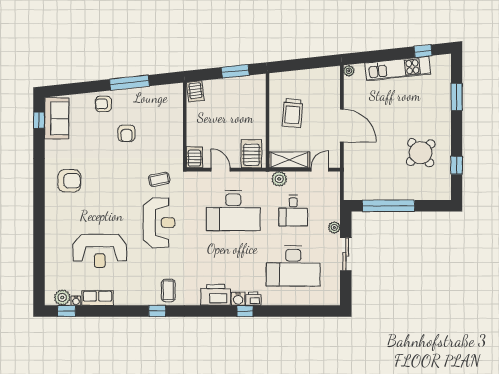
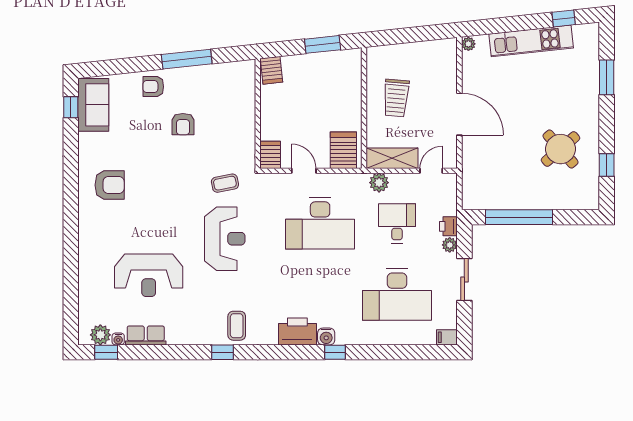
desk: (293, 211) -> (397, 223), turned 180
printer: (253, 299) -> (448, 226), moved, turned -90
filing cabinet: (332, 299) -> (447, 337), added

